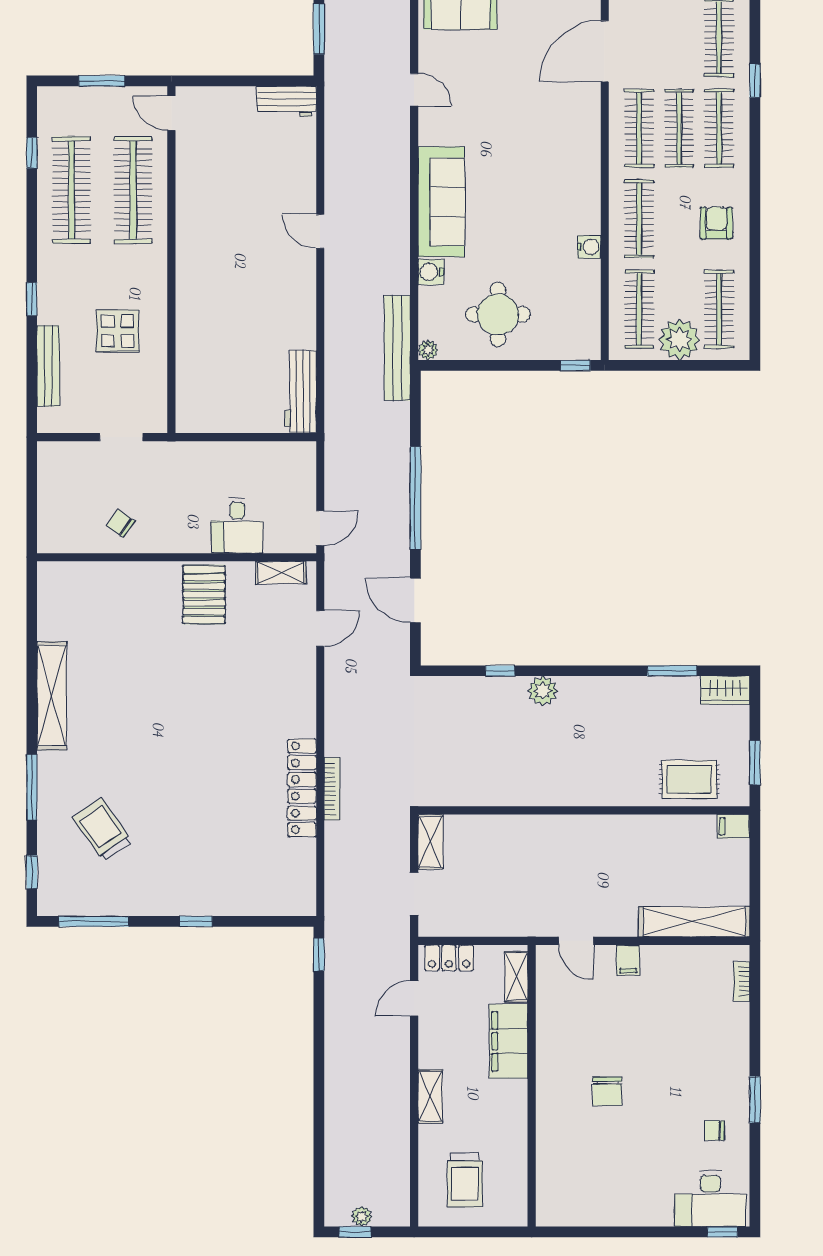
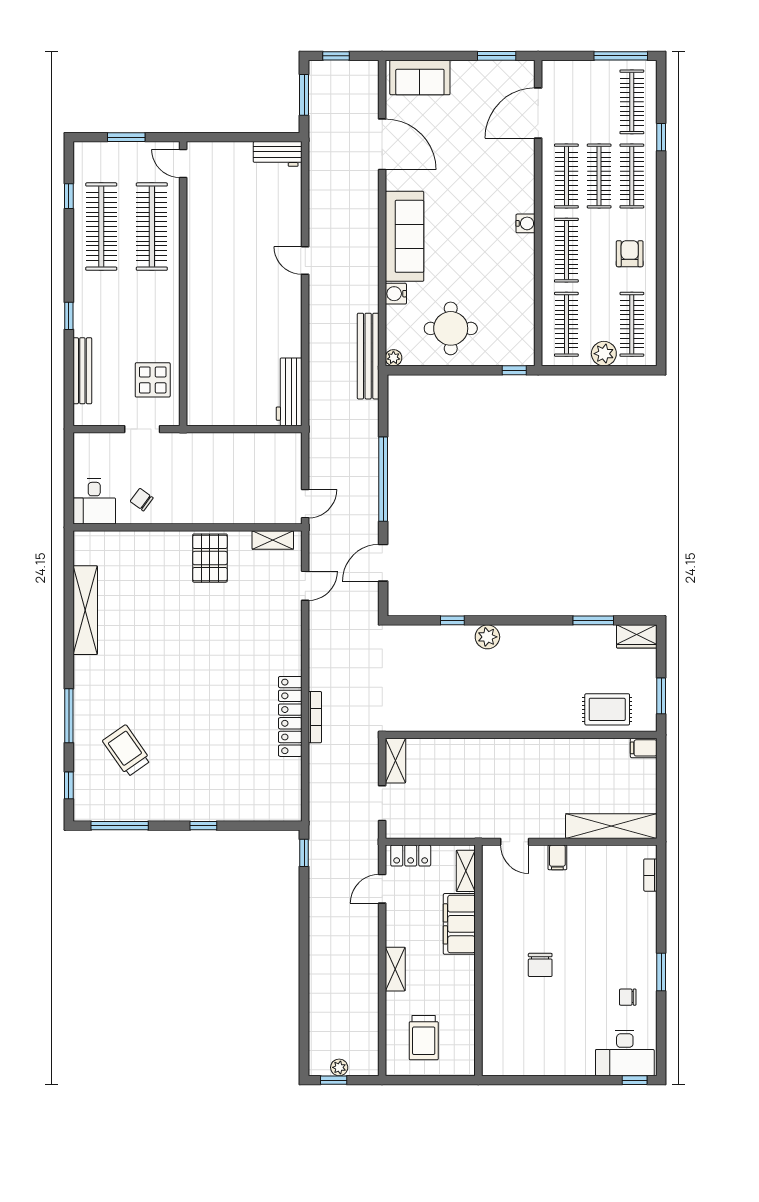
door: (414, 90) -> (382, 144), width x1.88
water cooler: (589, 247) -> (526, 223), moved
display table: (118, 331) -> (153, 380), moved
plant: (679, 340) -> (604, 354), width x0.73, depth x0.73
desk: (237, 525) -> (94, 501), moved
door: (415, 600) -> (383, 563), hinge flipped
shelving: (52, 696) -> (85, 610), moved

